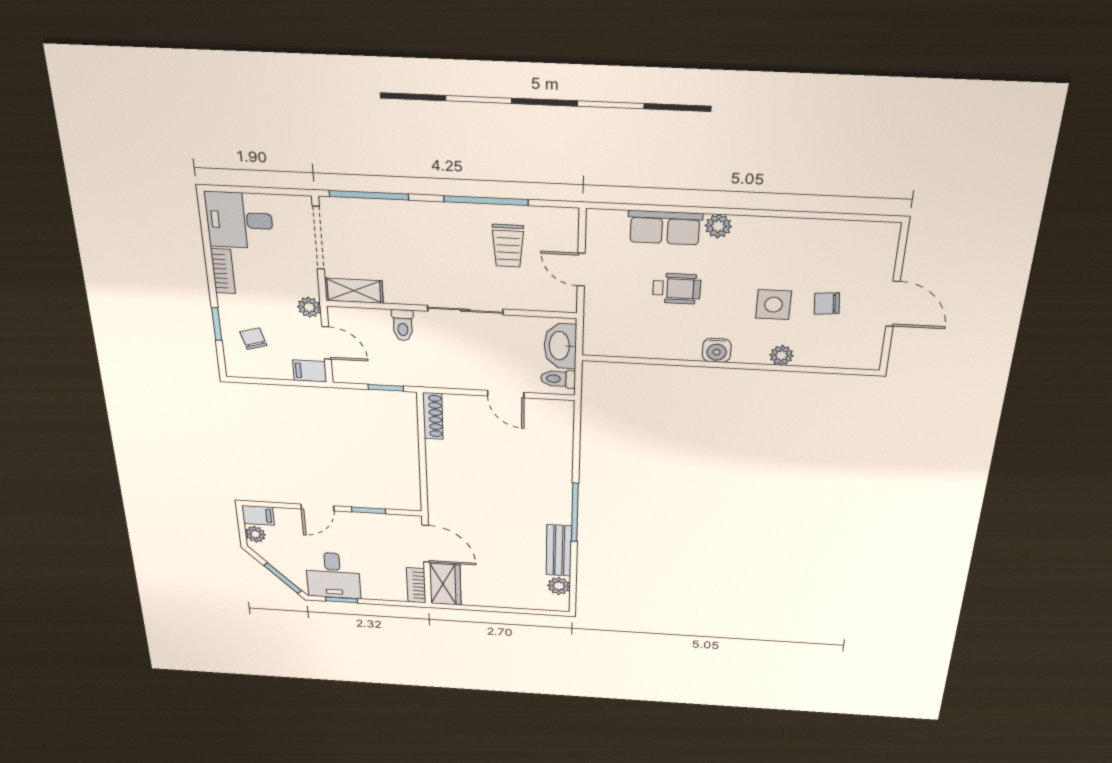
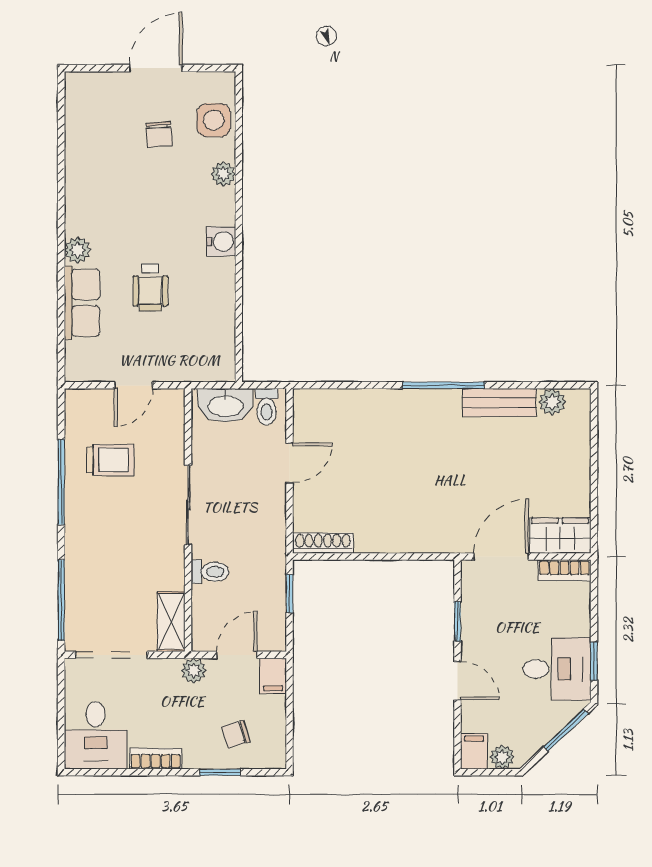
wheelchair: (677, 289) -> (150, 287), turned 180
side table: (774, 305) -> (214, 120), moved

